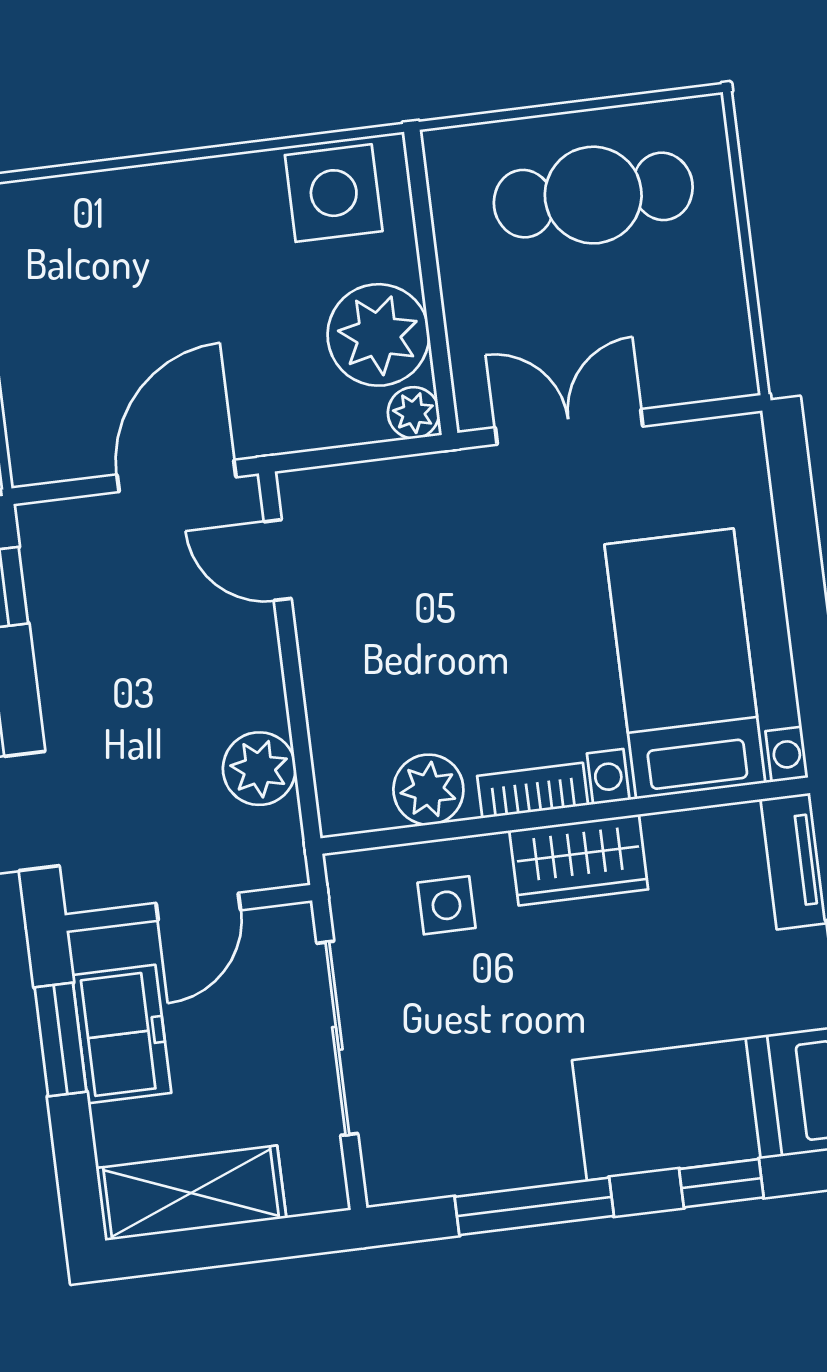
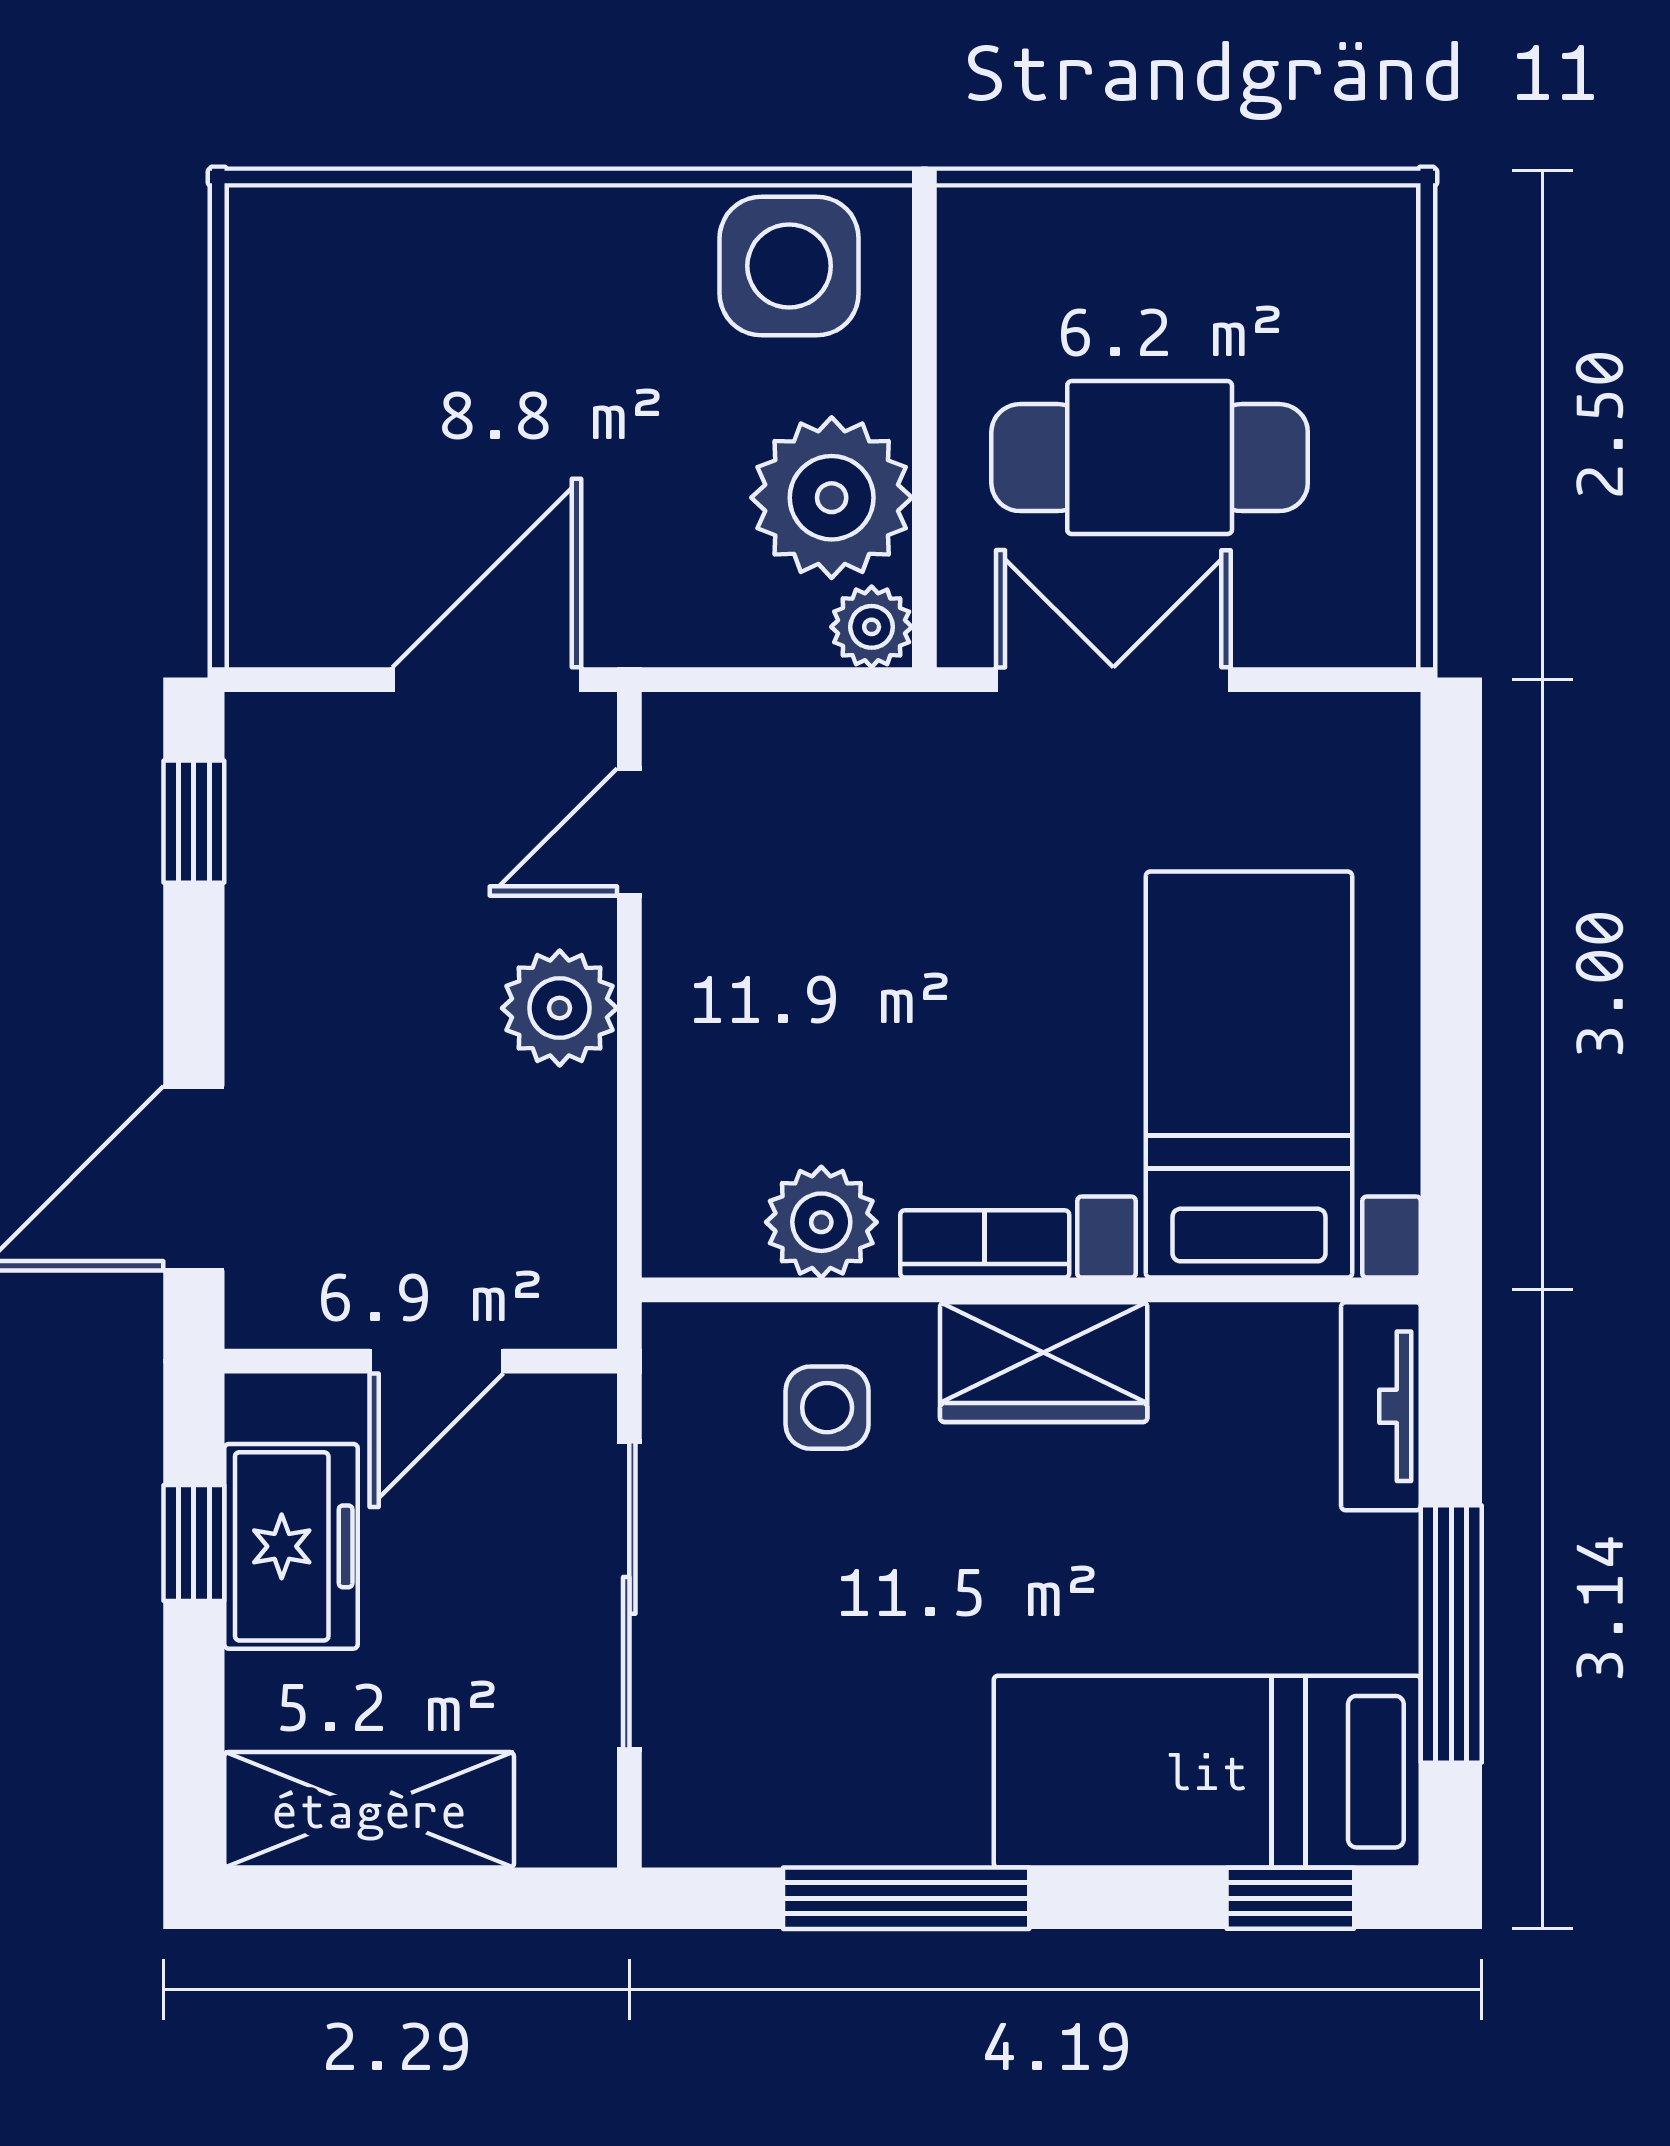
cafe table: (593, 195) -> (1150, 458), moved
door: (278, 560) -> (629, 832), hinge flipped
plant: (259, 769) -> (560, 1008), moved
window: (60, 1040) -> (194, 1543), width x0.67
window: (721, 1183) -> (1290, 1898), moved

